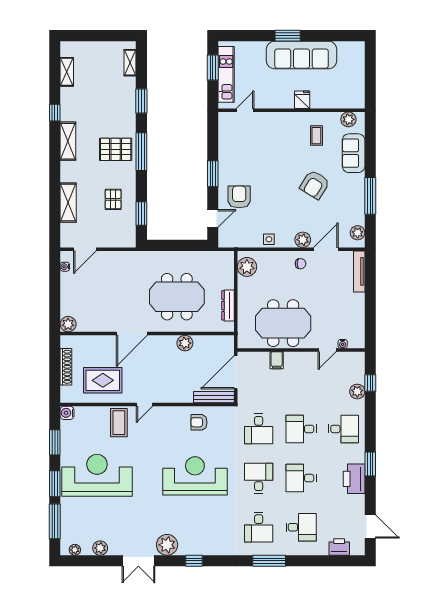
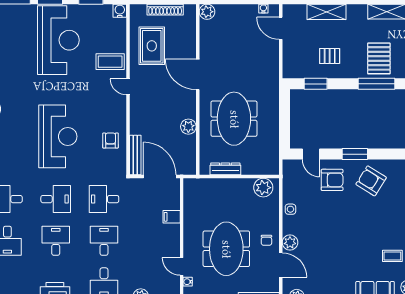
armchair: (315, 185) -> (371, 181), moved
meeting table: (283, 323) -> (226, 249), moved

